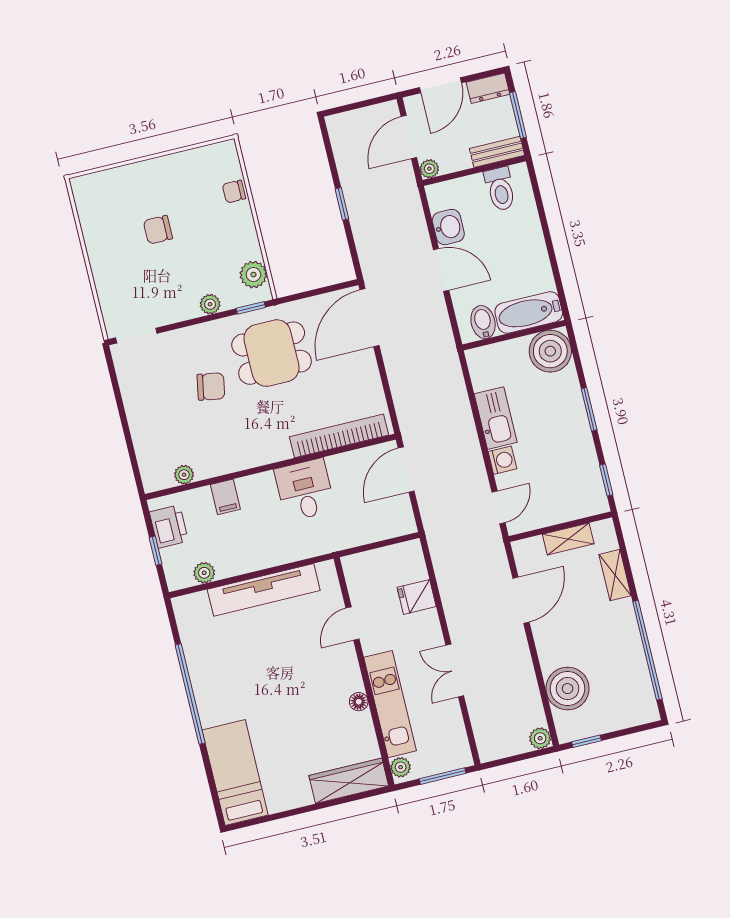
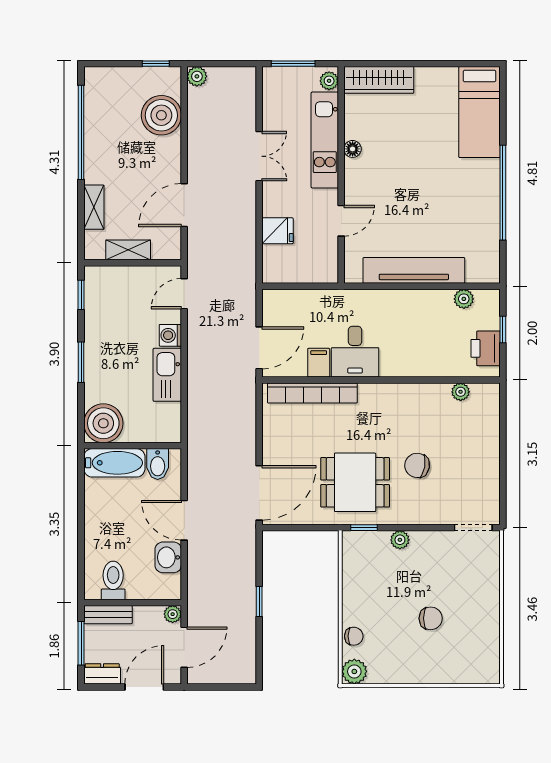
plant: (253, 275) -> (354, 671), moved
filing cabinet: (225, 497) -> (319, 363), moved

